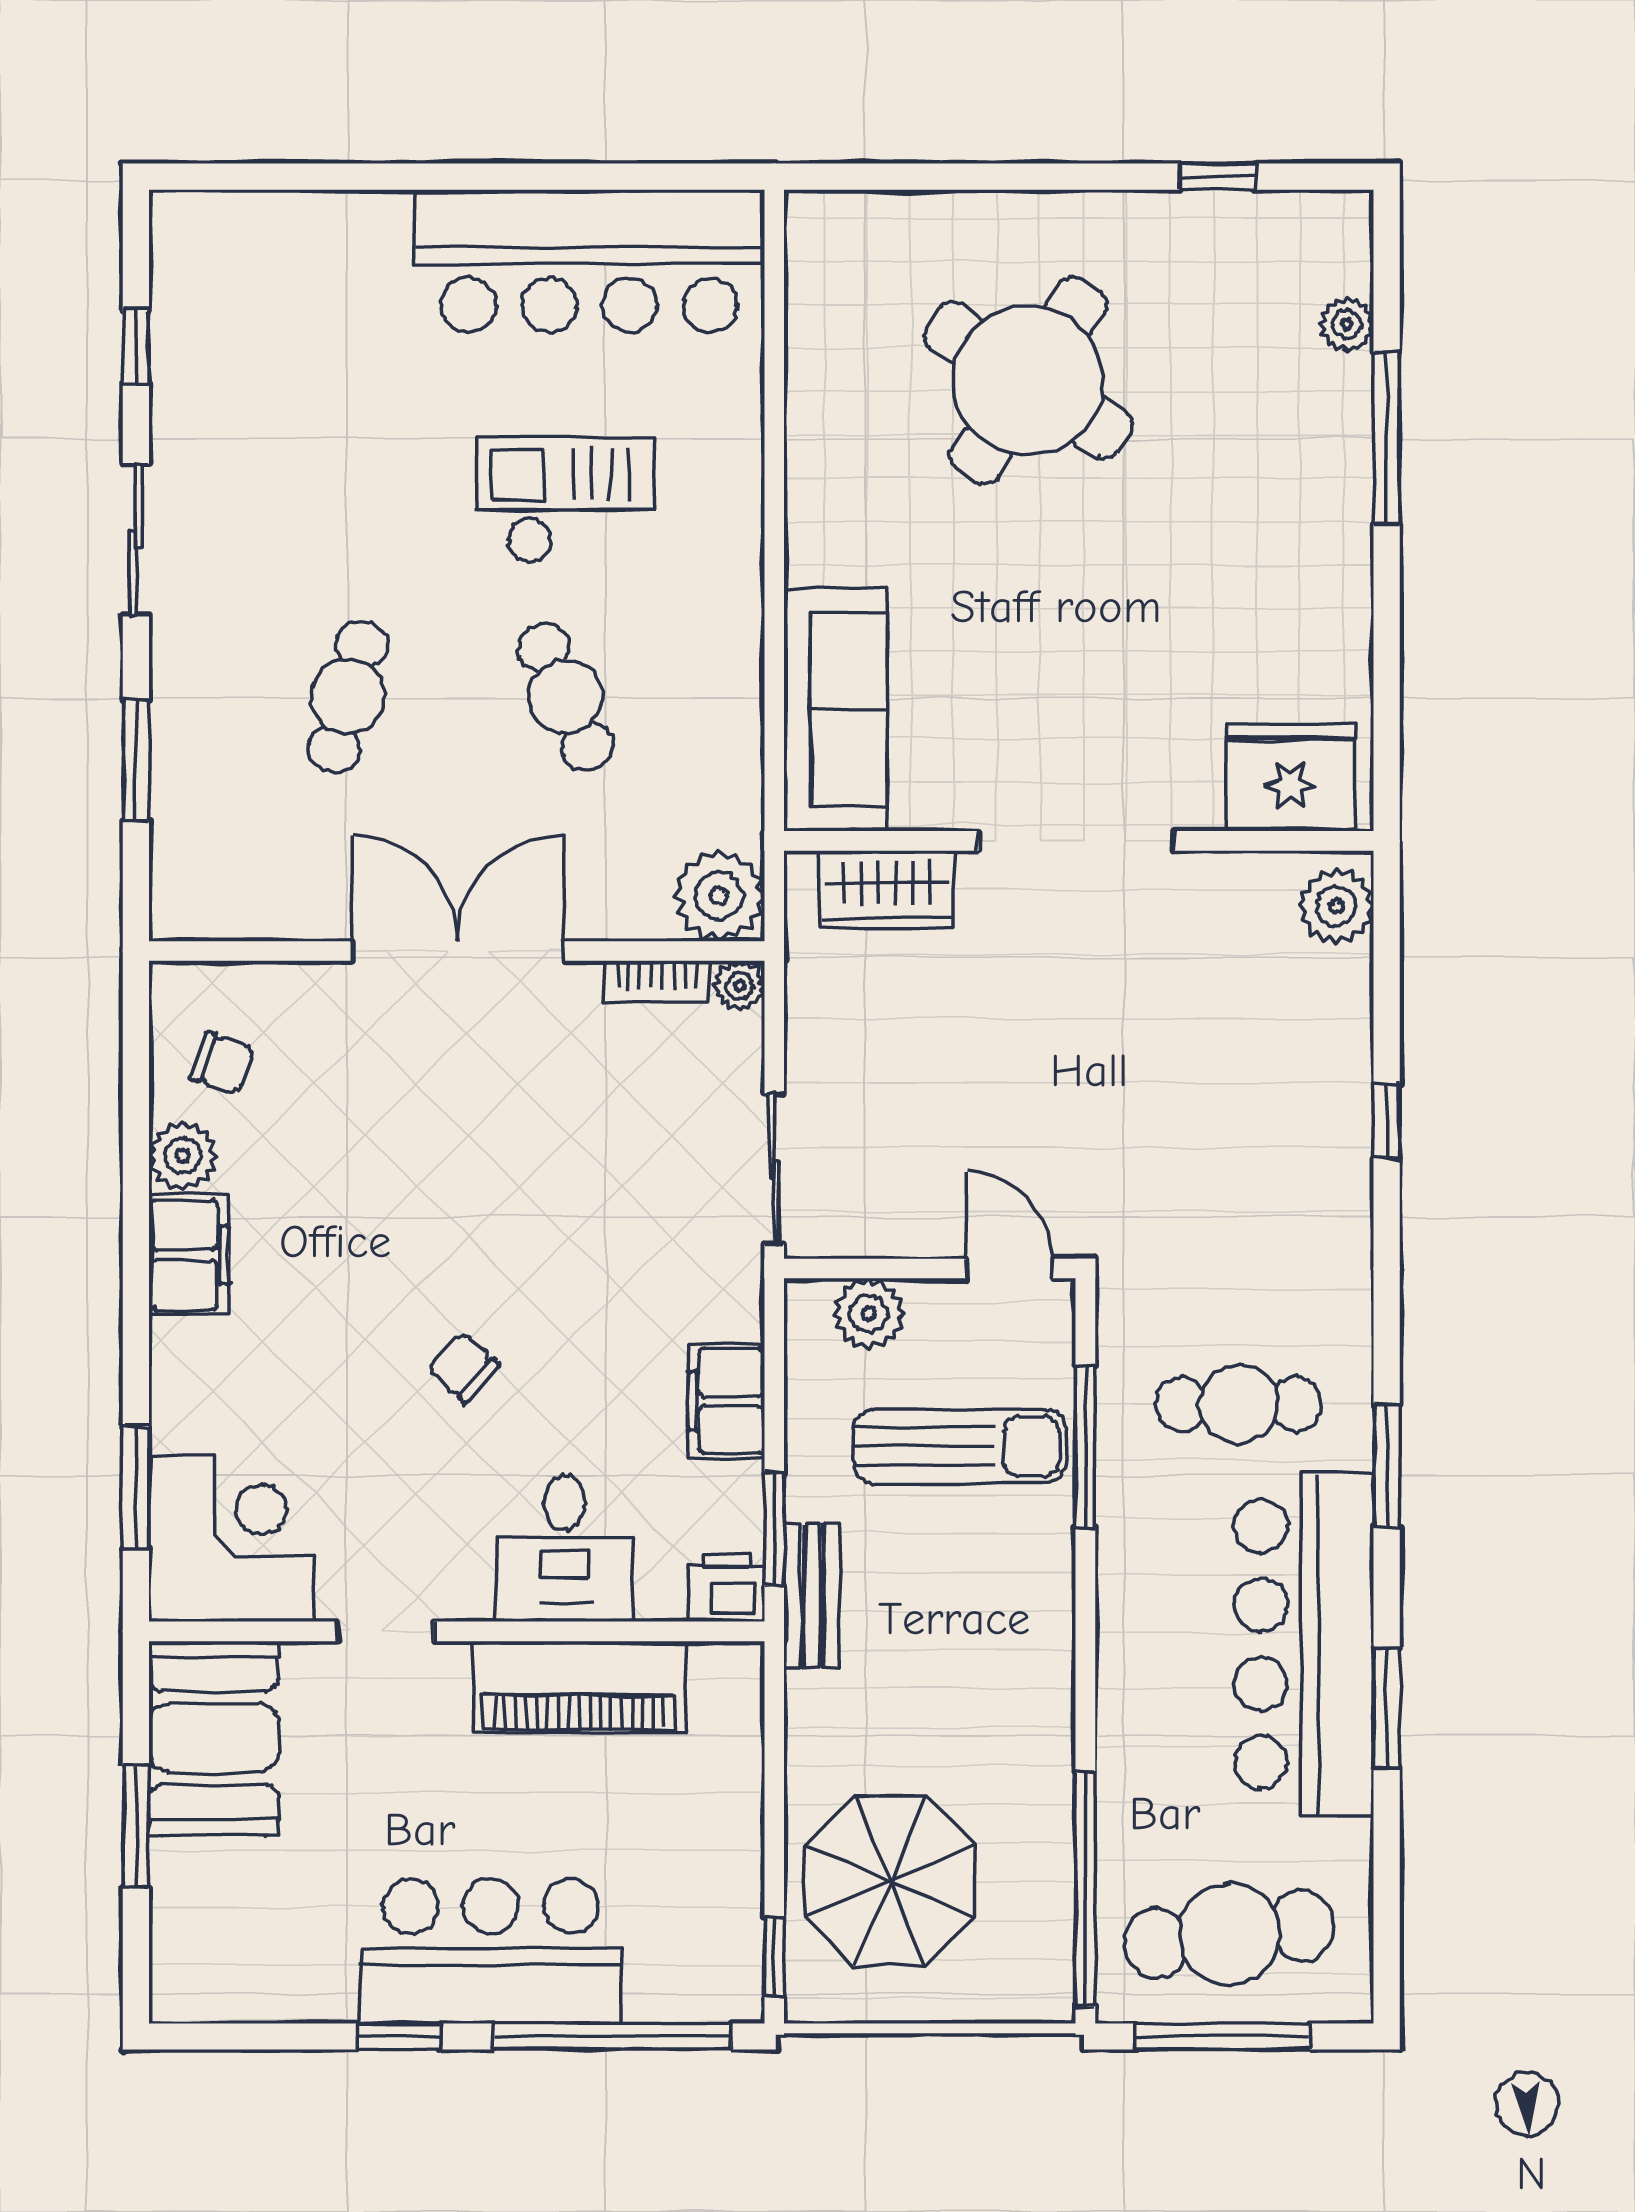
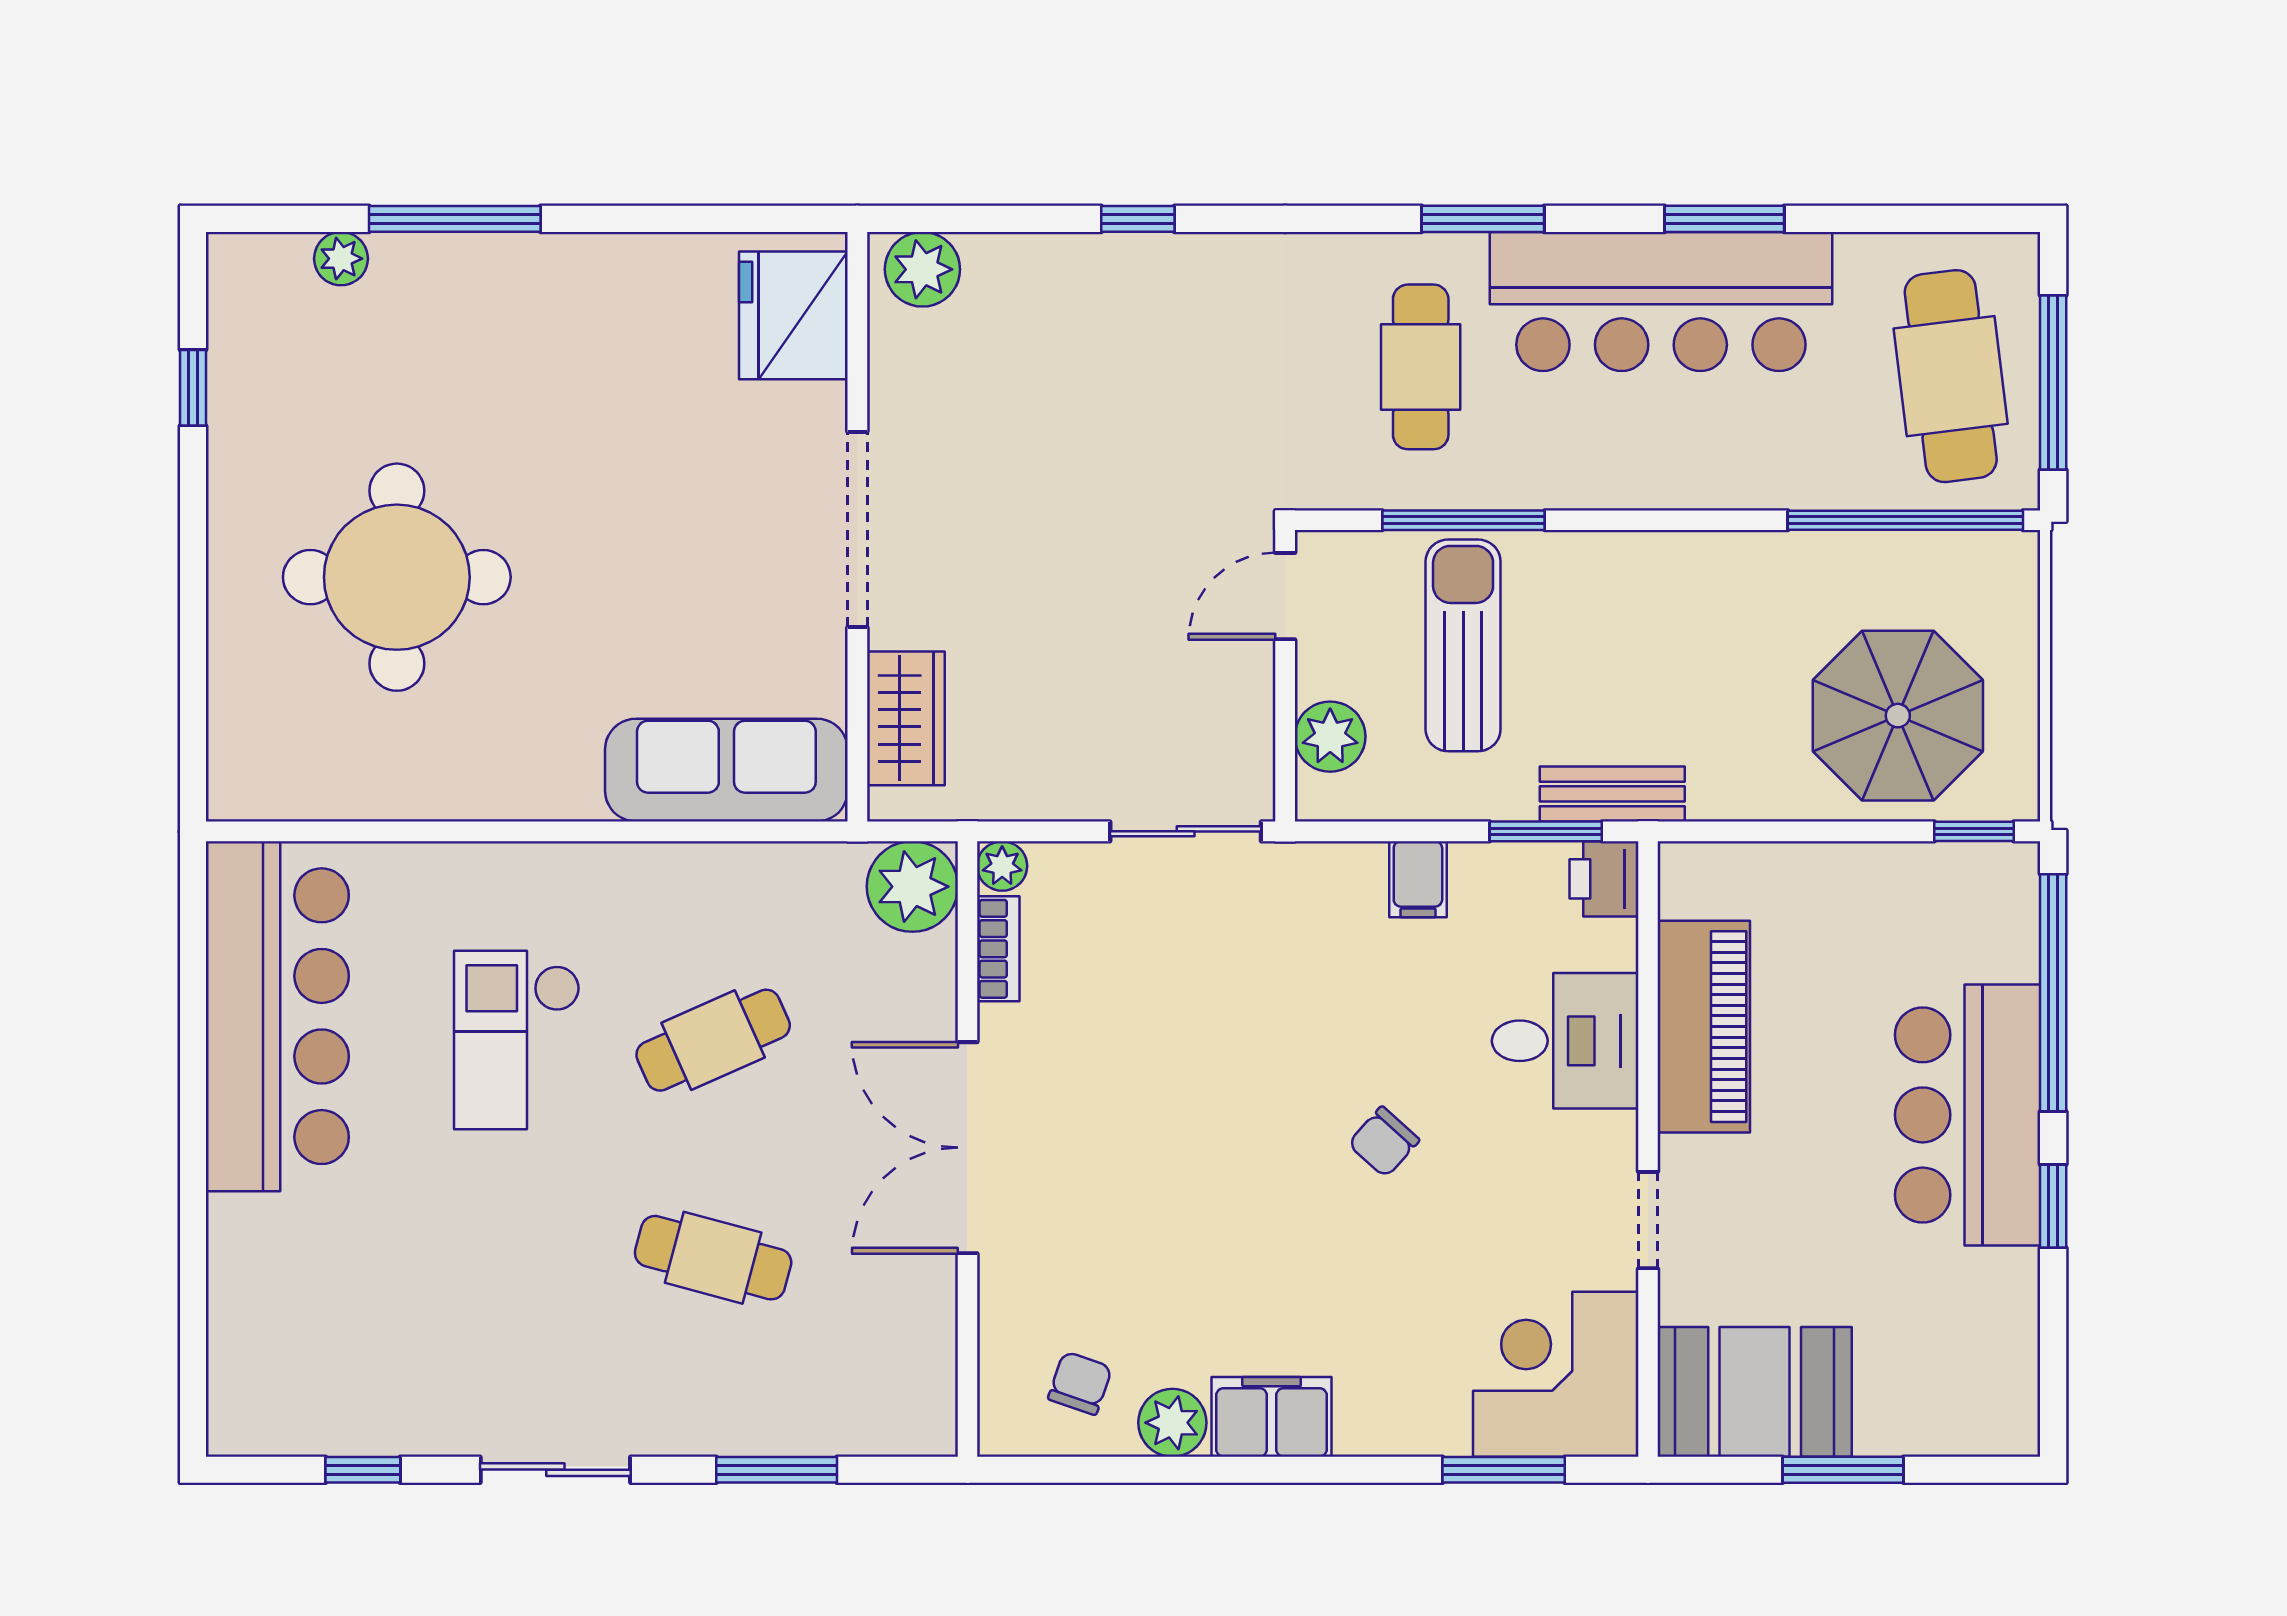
round table: (1028, 380) -> (397, 577), turned -33
filing cabinet: (726, 1401) -> (1418, 879), width x0.50

